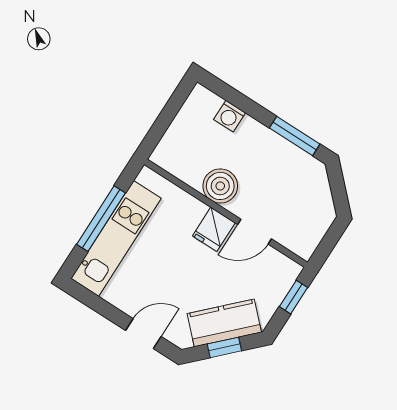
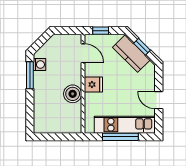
washing machine: (230, 116) -> (39, 65), moved
door: (254, 232) -> (83, 53), moved
door: (143, 334) -> (159, 100), moved

